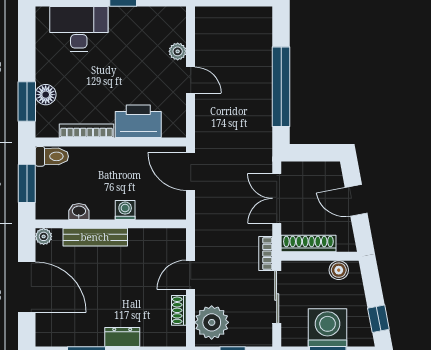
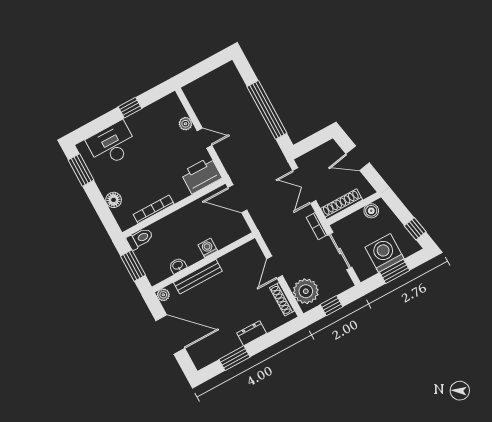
window: (27, 101) -> (81, 170), moved
printer: (138, 121) -> (201, 175), moved
shoe rack: (179, 310) -> (282, 299), width x1.43

